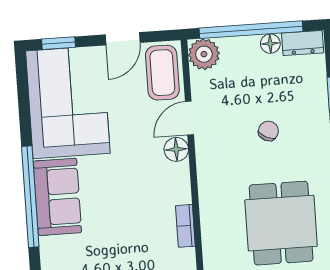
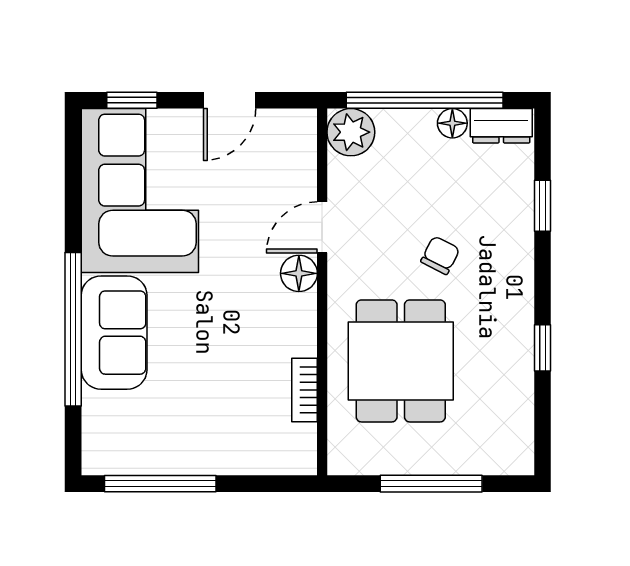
coffee table: (162, 73) -> (286, 156), removed
dining table: (281, 223) -> (401, 361), moved

